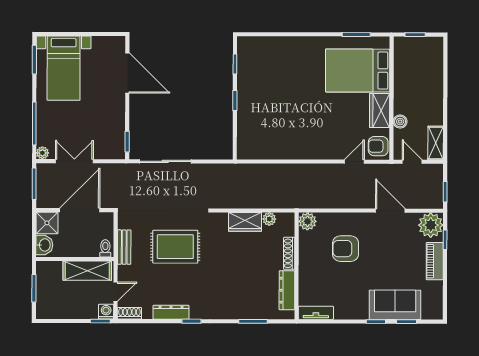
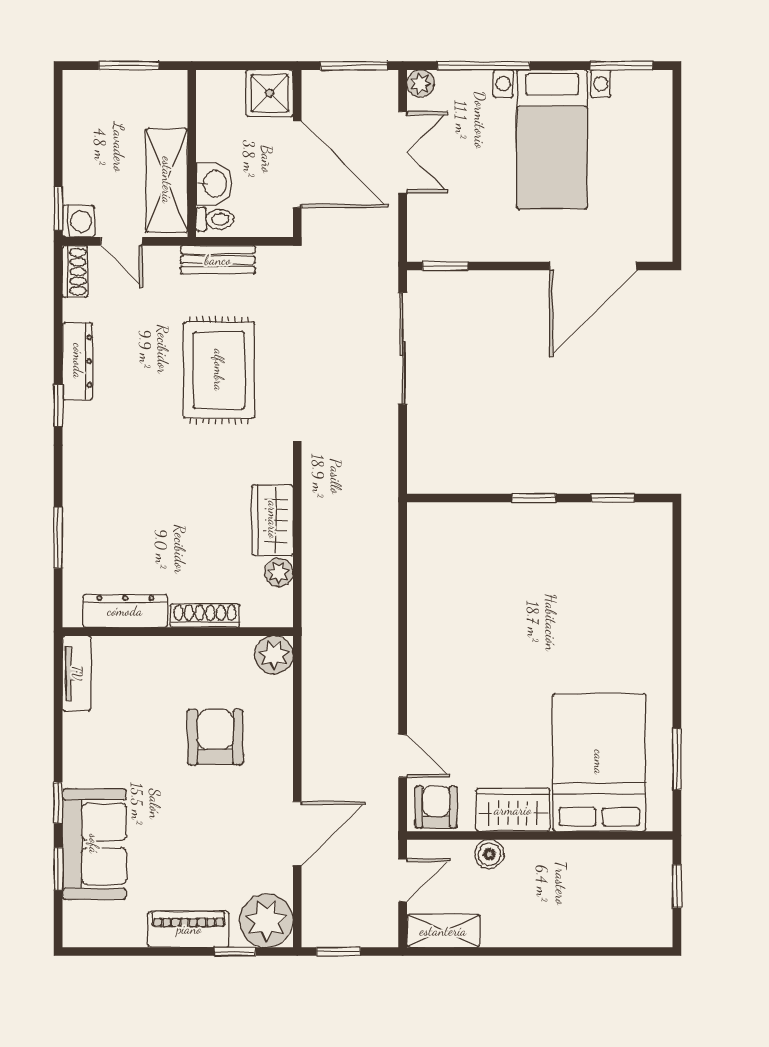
bed with nightstands: (64, 68) -> (552, 139), moved, turned -90
washbasin: (44, 245) -> (214, 184), moved, turned -90

